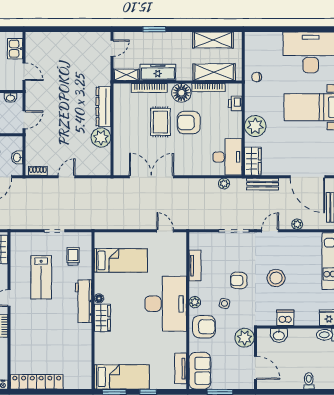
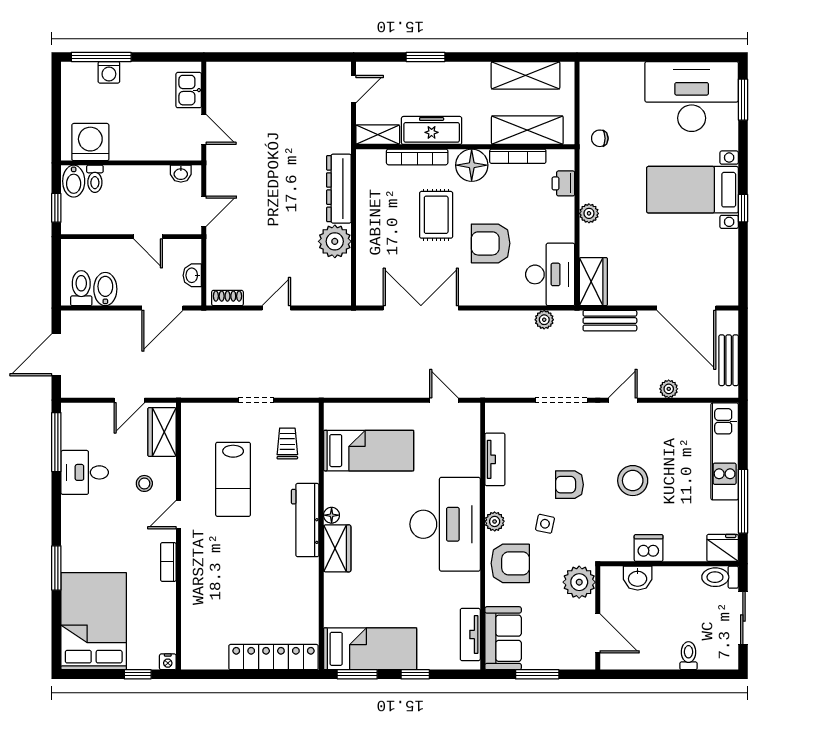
armchair: (189, 122) -> (491, 243), moved
plant: (255, 126) -> (589, 213), width x0.53, depth x0.53
locker: (37, 382) -> (274, 657), moved

